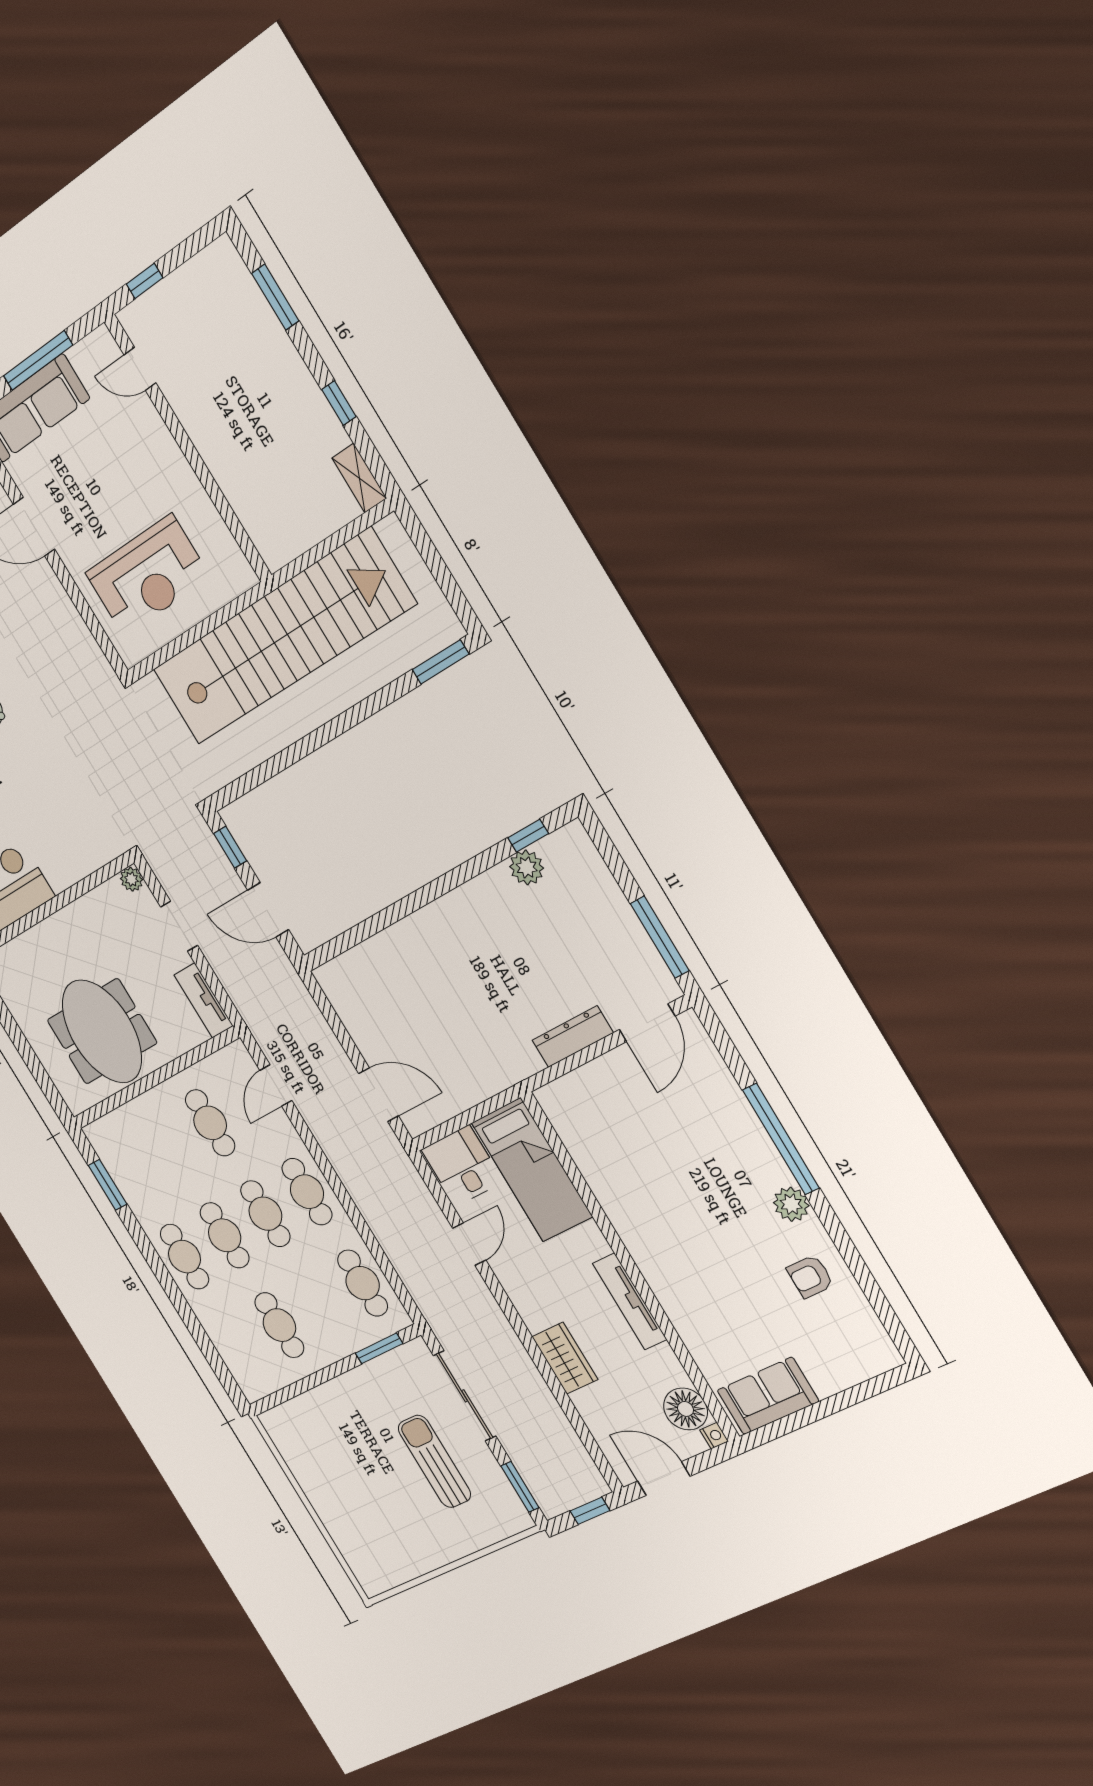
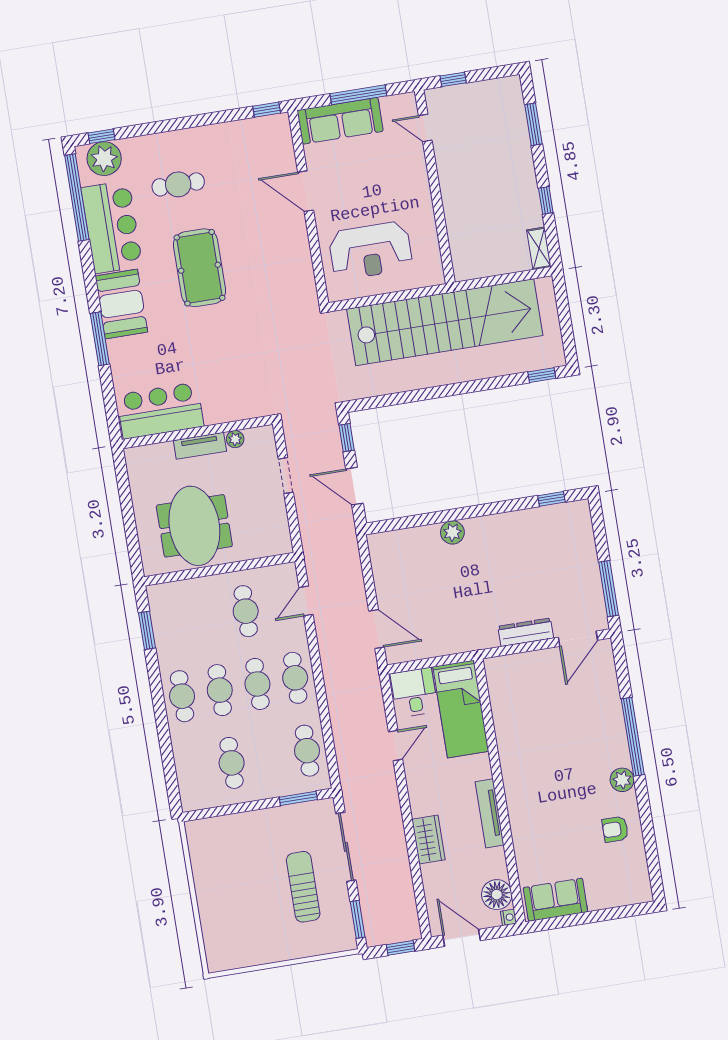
window: (441, 662) -> (542, 375), width x0.67
plant: (527, 867) -> (452, 532), moved
plant: (131, 879) -> (235, 439), moved
tv unit: (204, 1000) -> (200, 446), moved, turned -90

